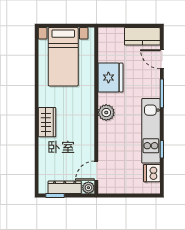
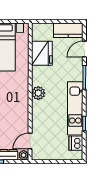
door: (162, 59) -> (84, 49), hinge flipped
fridge: (110, 78) -> (42, 53), moved

